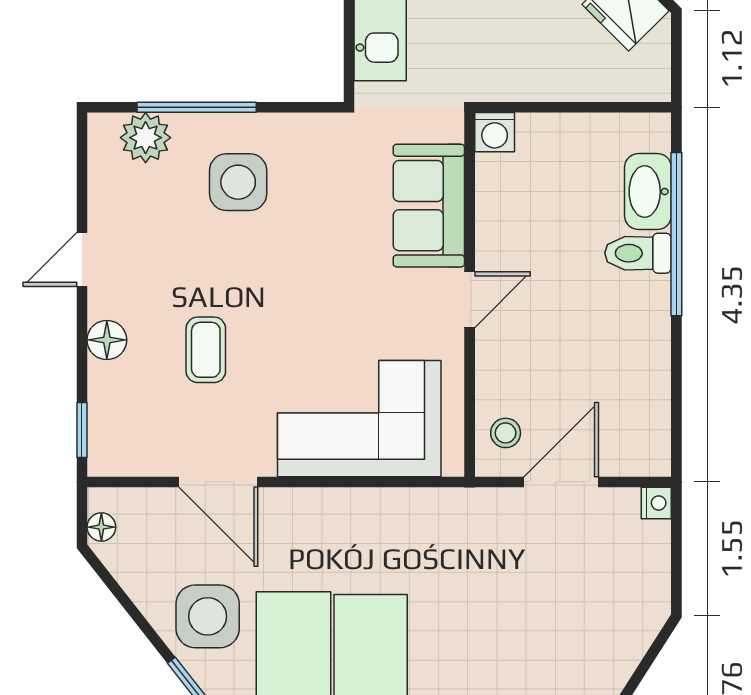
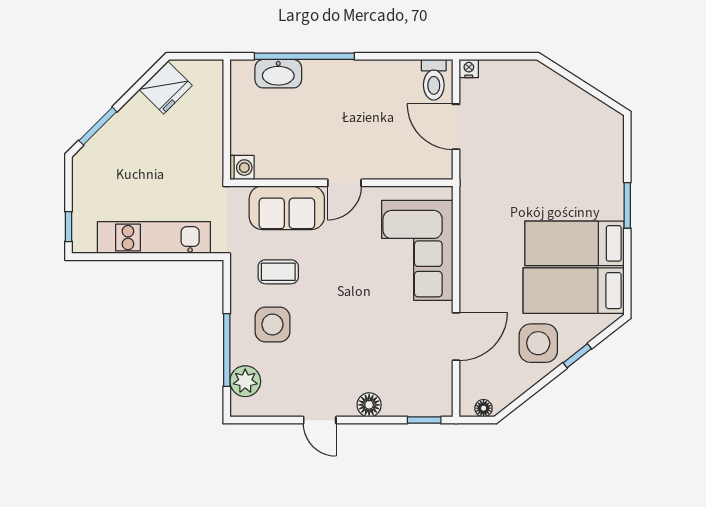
toilet: (638, 253) -> (434, 80), moved
door: (470, 300) -> (344, 183), swing flipped
coffee table: (206, 350) -> (278, 272), moved
stool: (506, 433) -> (426, 161), removed

